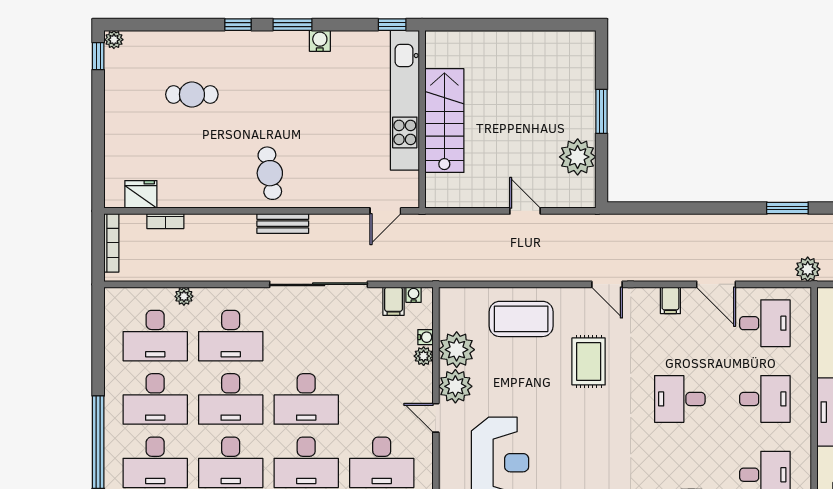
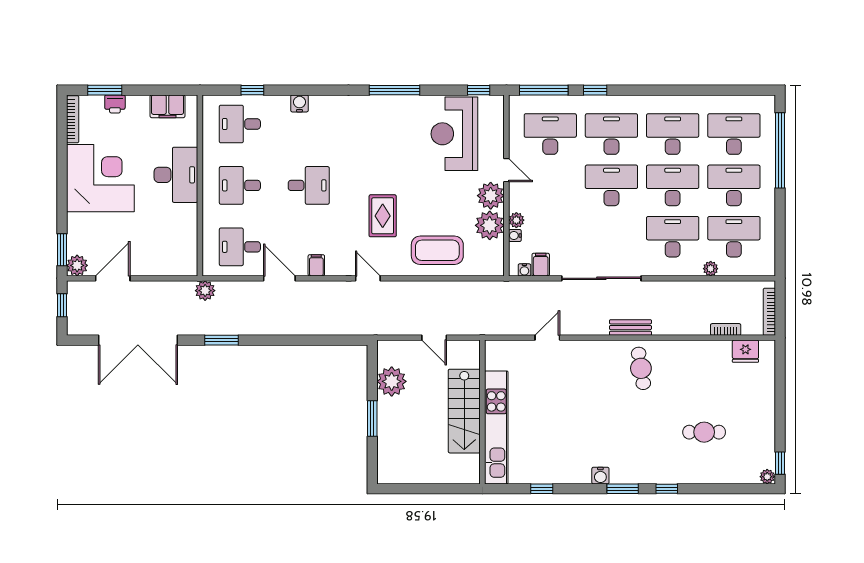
kitchen unit: (405, 100) -> (496, 427), moved
wall: (422, 119) -> (482, 412), moved
stairs: (444, 121) -> (464, 411), moved

